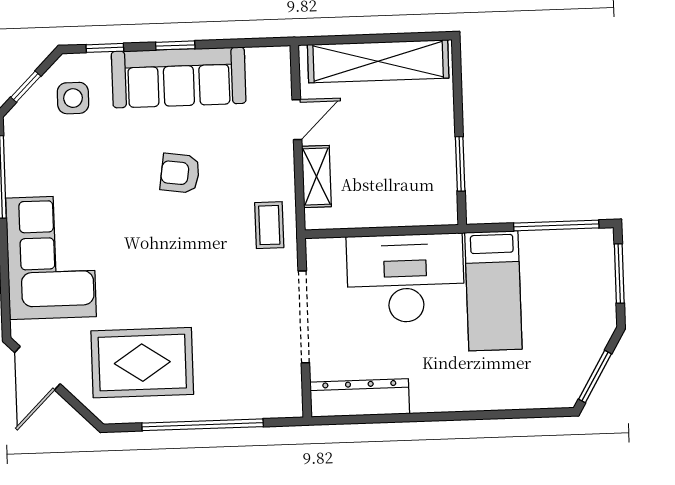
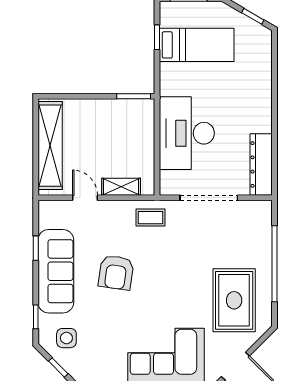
window: (175, 45) -> (36, 248), moved
window: (460, 164) -> (134, 96), moved
armchair: (180, 173) -> (116, 272), width x1.38, depth x1.38
window: (556, 225) -> (157, 37), width x0.46
bed: (493, 291) -> (197, 45), moved
window: (595, 376) -> (253, 16), width x0.67

